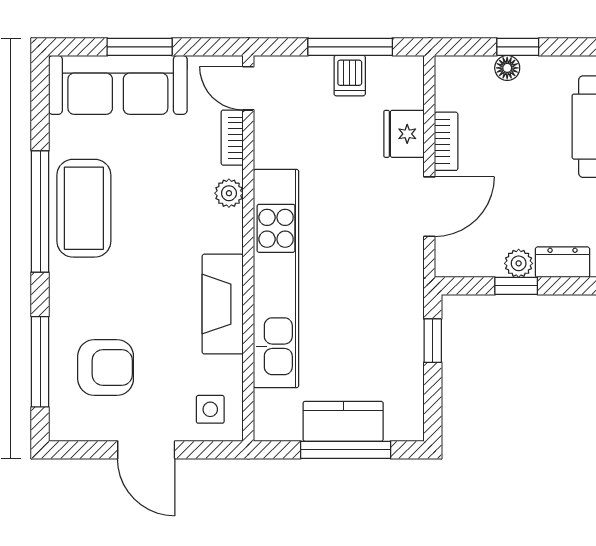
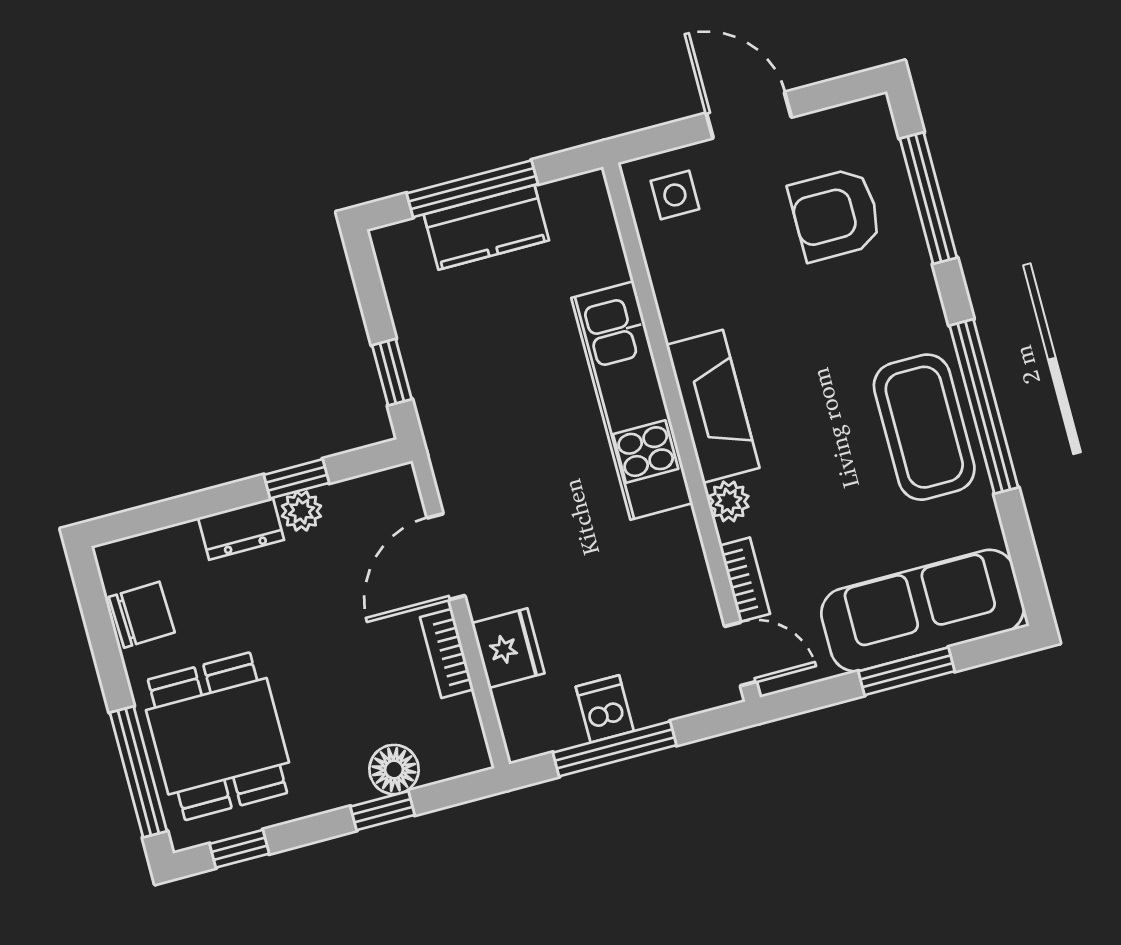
floor lamp: (507, 68) -> (394, 769), width x1.37, depth x1.37
kitchen unit: (276, 279) -> (632, 400), width x0.73
fireplace: (223, 304) -> (713, 406), moved

